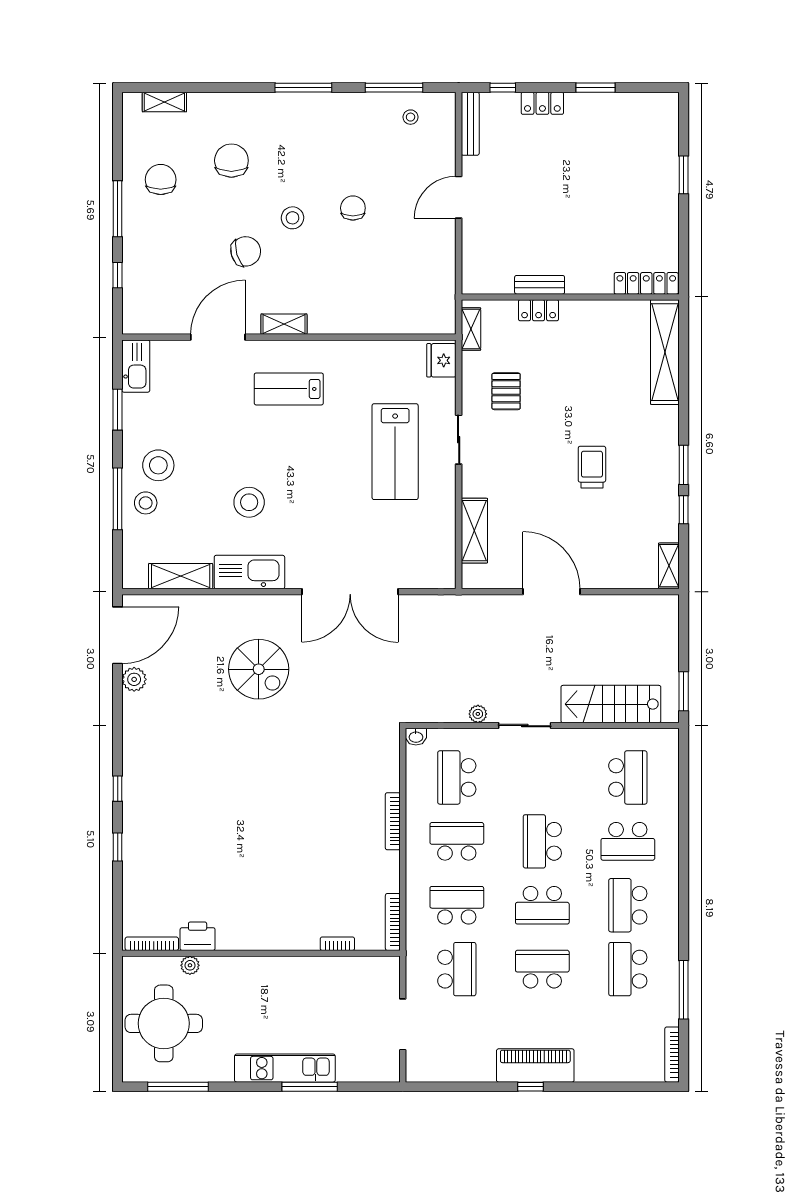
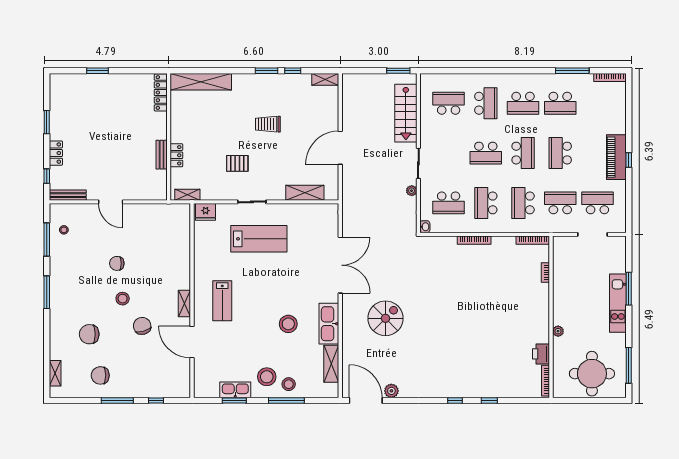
kitchen sink: (136, 366) -> (235, 390), moved
pallet: (506, 391) -> (237, 163), moved
plant: (190, 965) -> (558, 331), moved
school desk: (457, 1033) -> (597, 203), added

